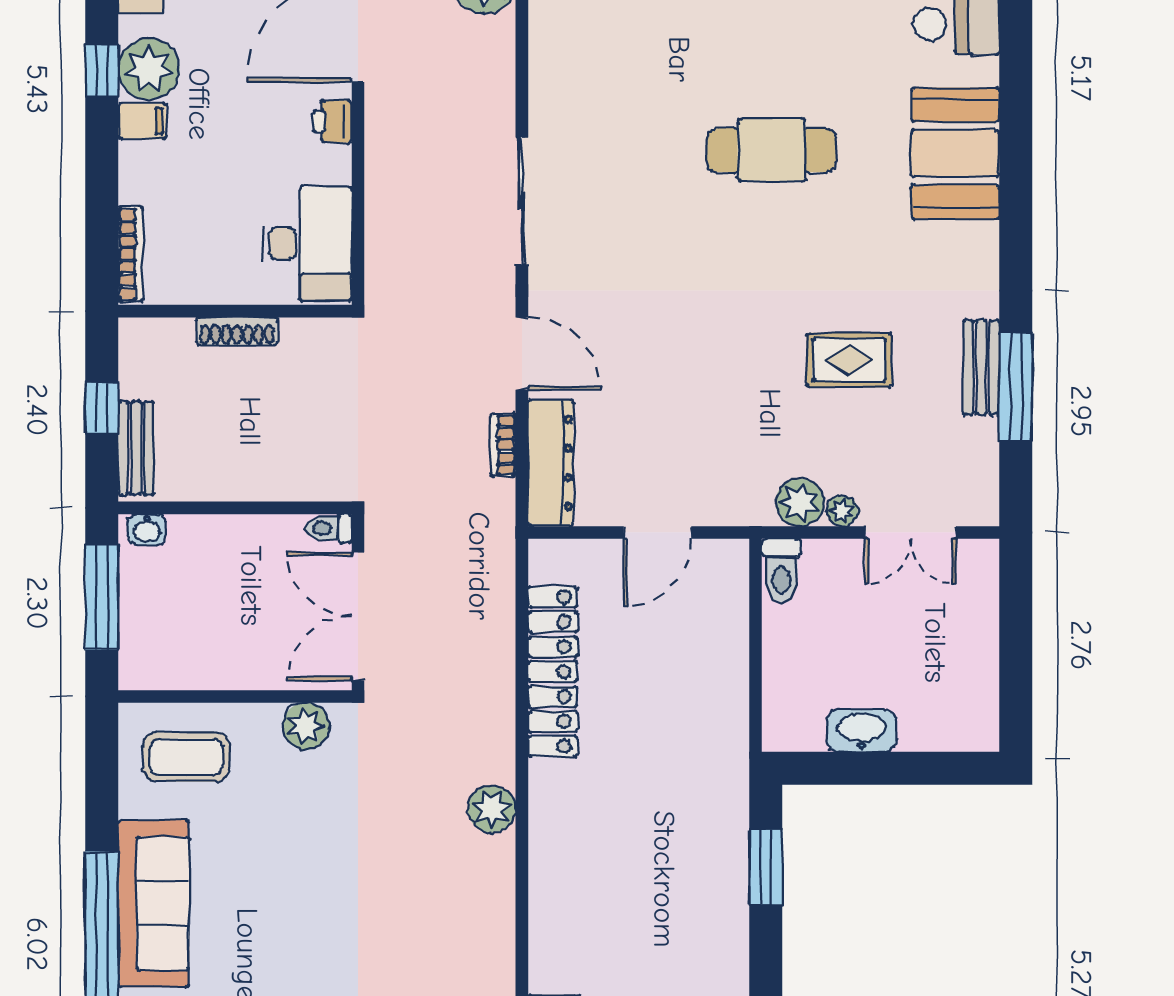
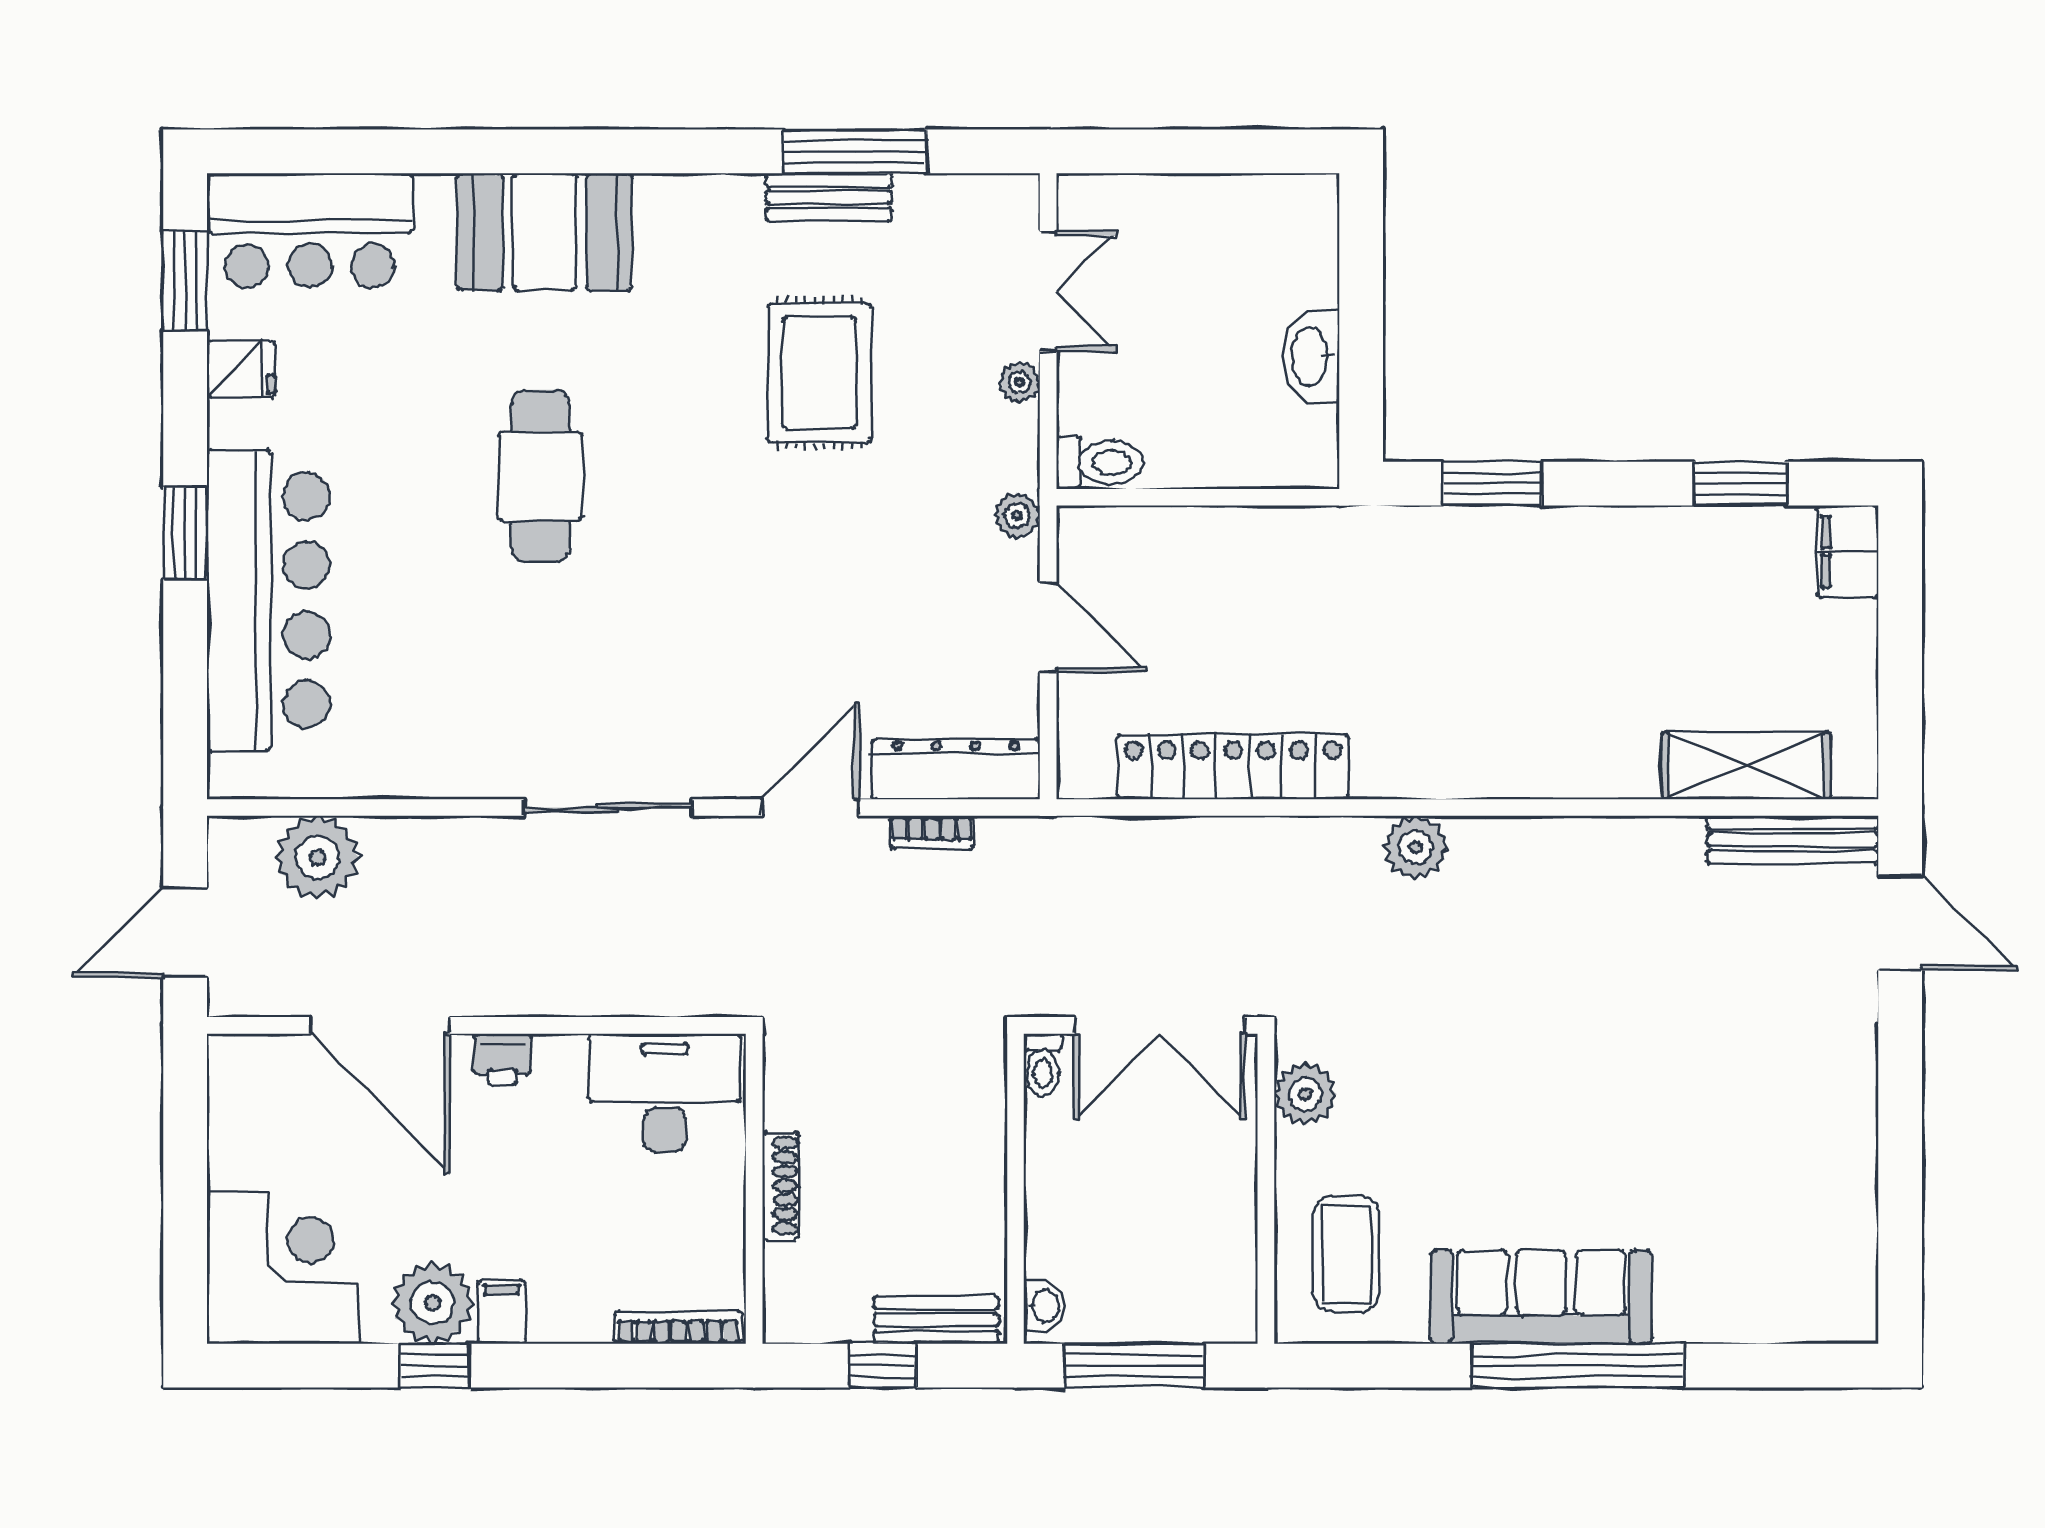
rug: (849, 360) -> (819, 373), width x1.36, depth x1.43
plant: (799, 502) -> (1017, 516), moved, width x0.73, depth x0.73

